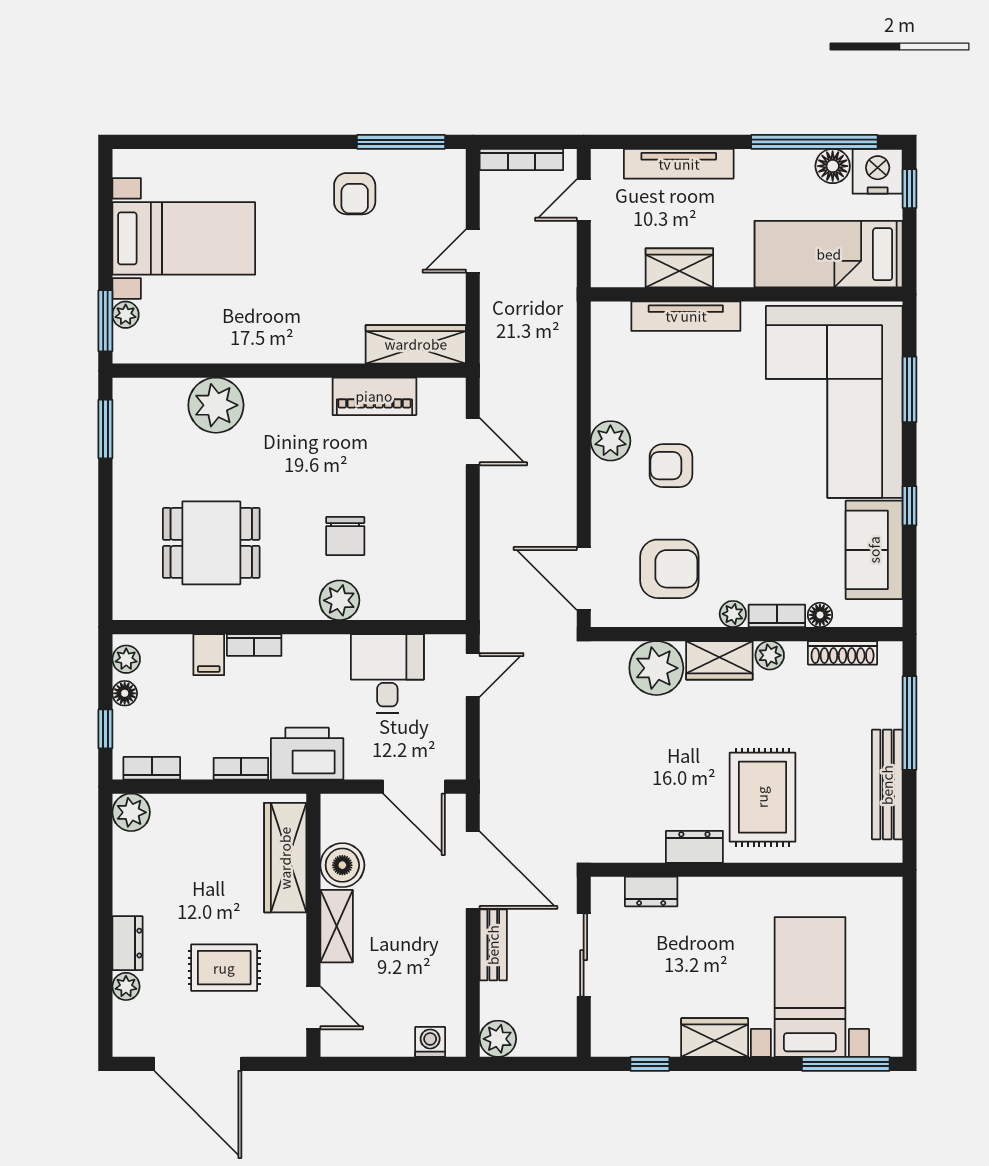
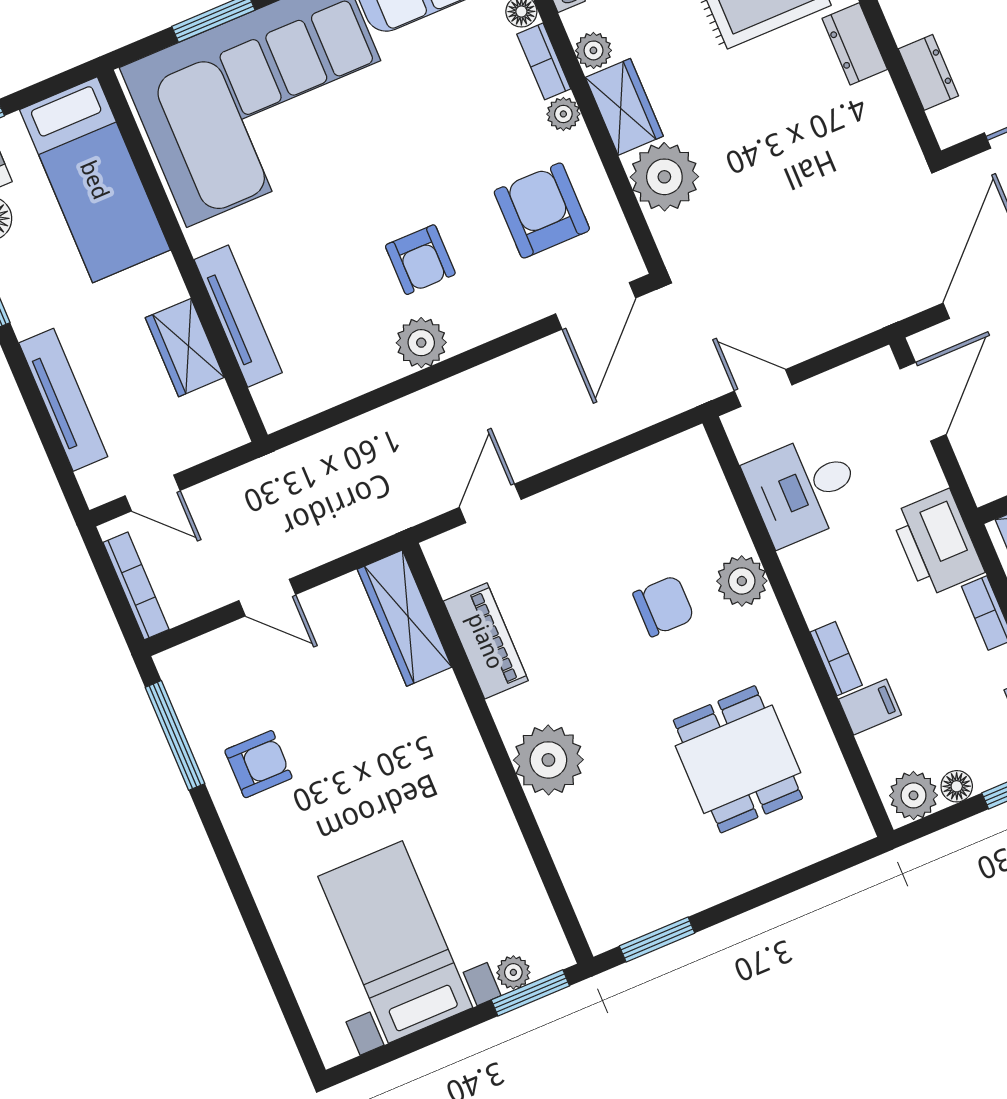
plant: (216, 405) -> (548, 760), moved
plant: (126, 659) -> (914, 795), width x1.38, depth x1.38

